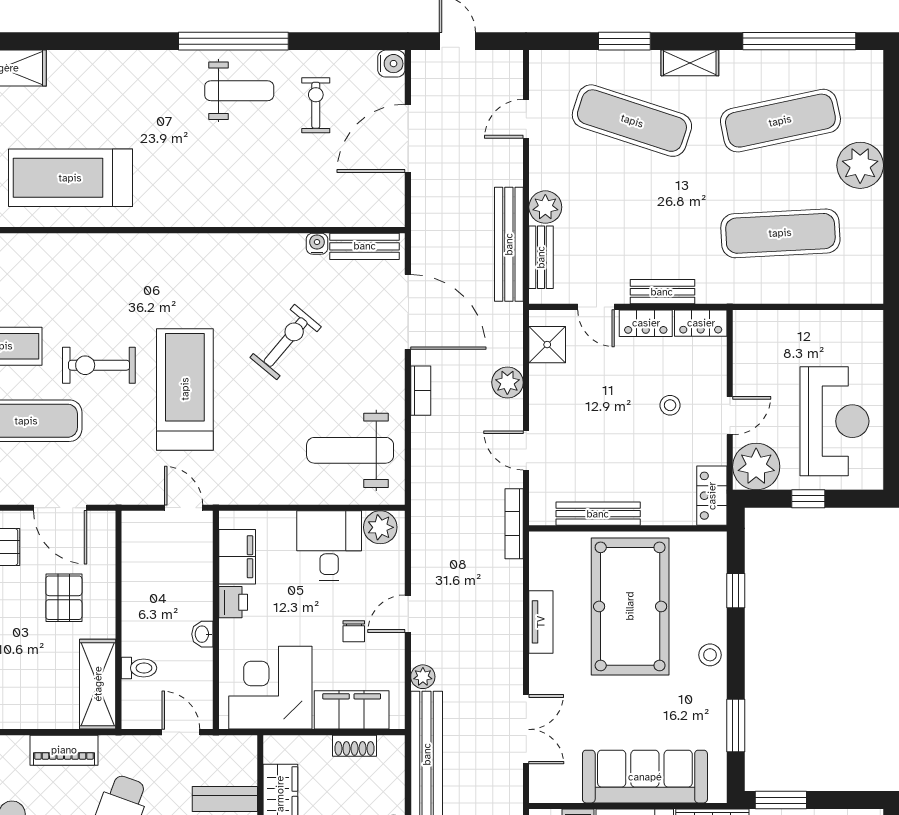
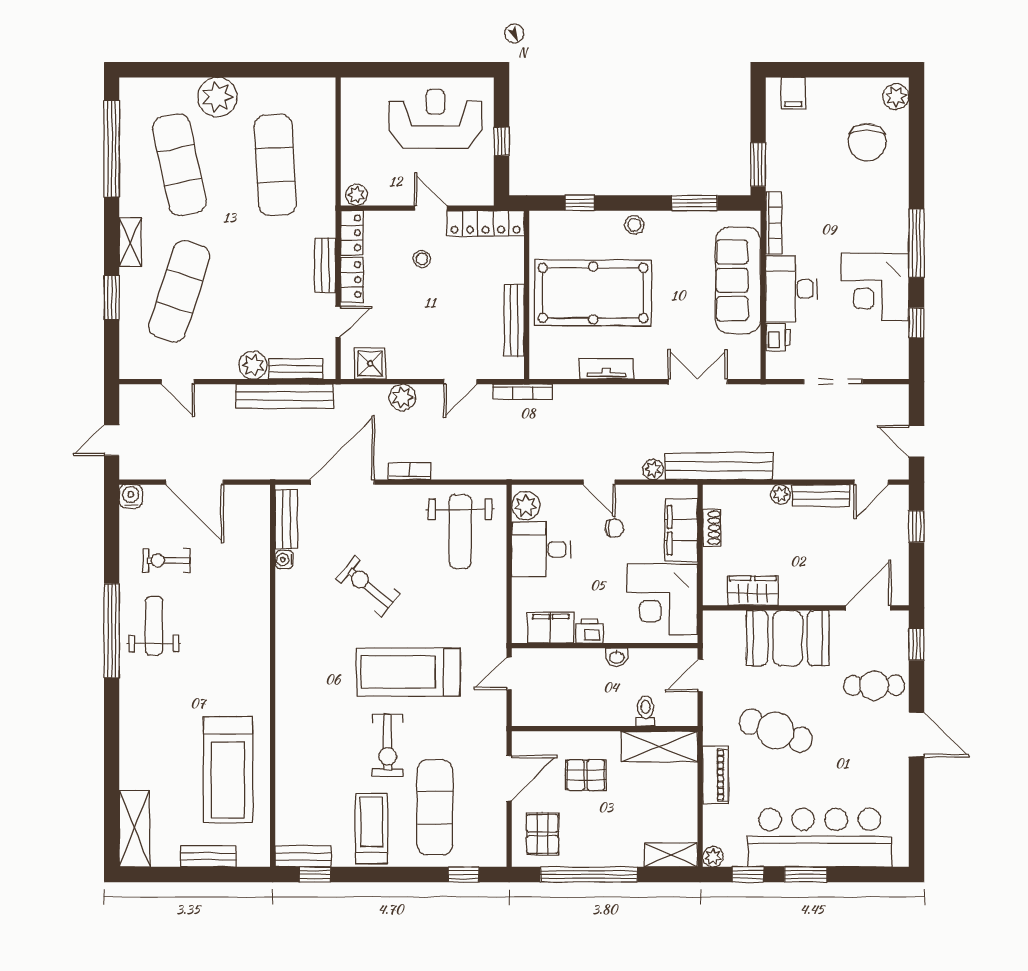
plant: (756, 467) -> (356, 195), moved, width x0.53, depth x0.53
locker: (712, 496) -> (486, 223), width x1.53

